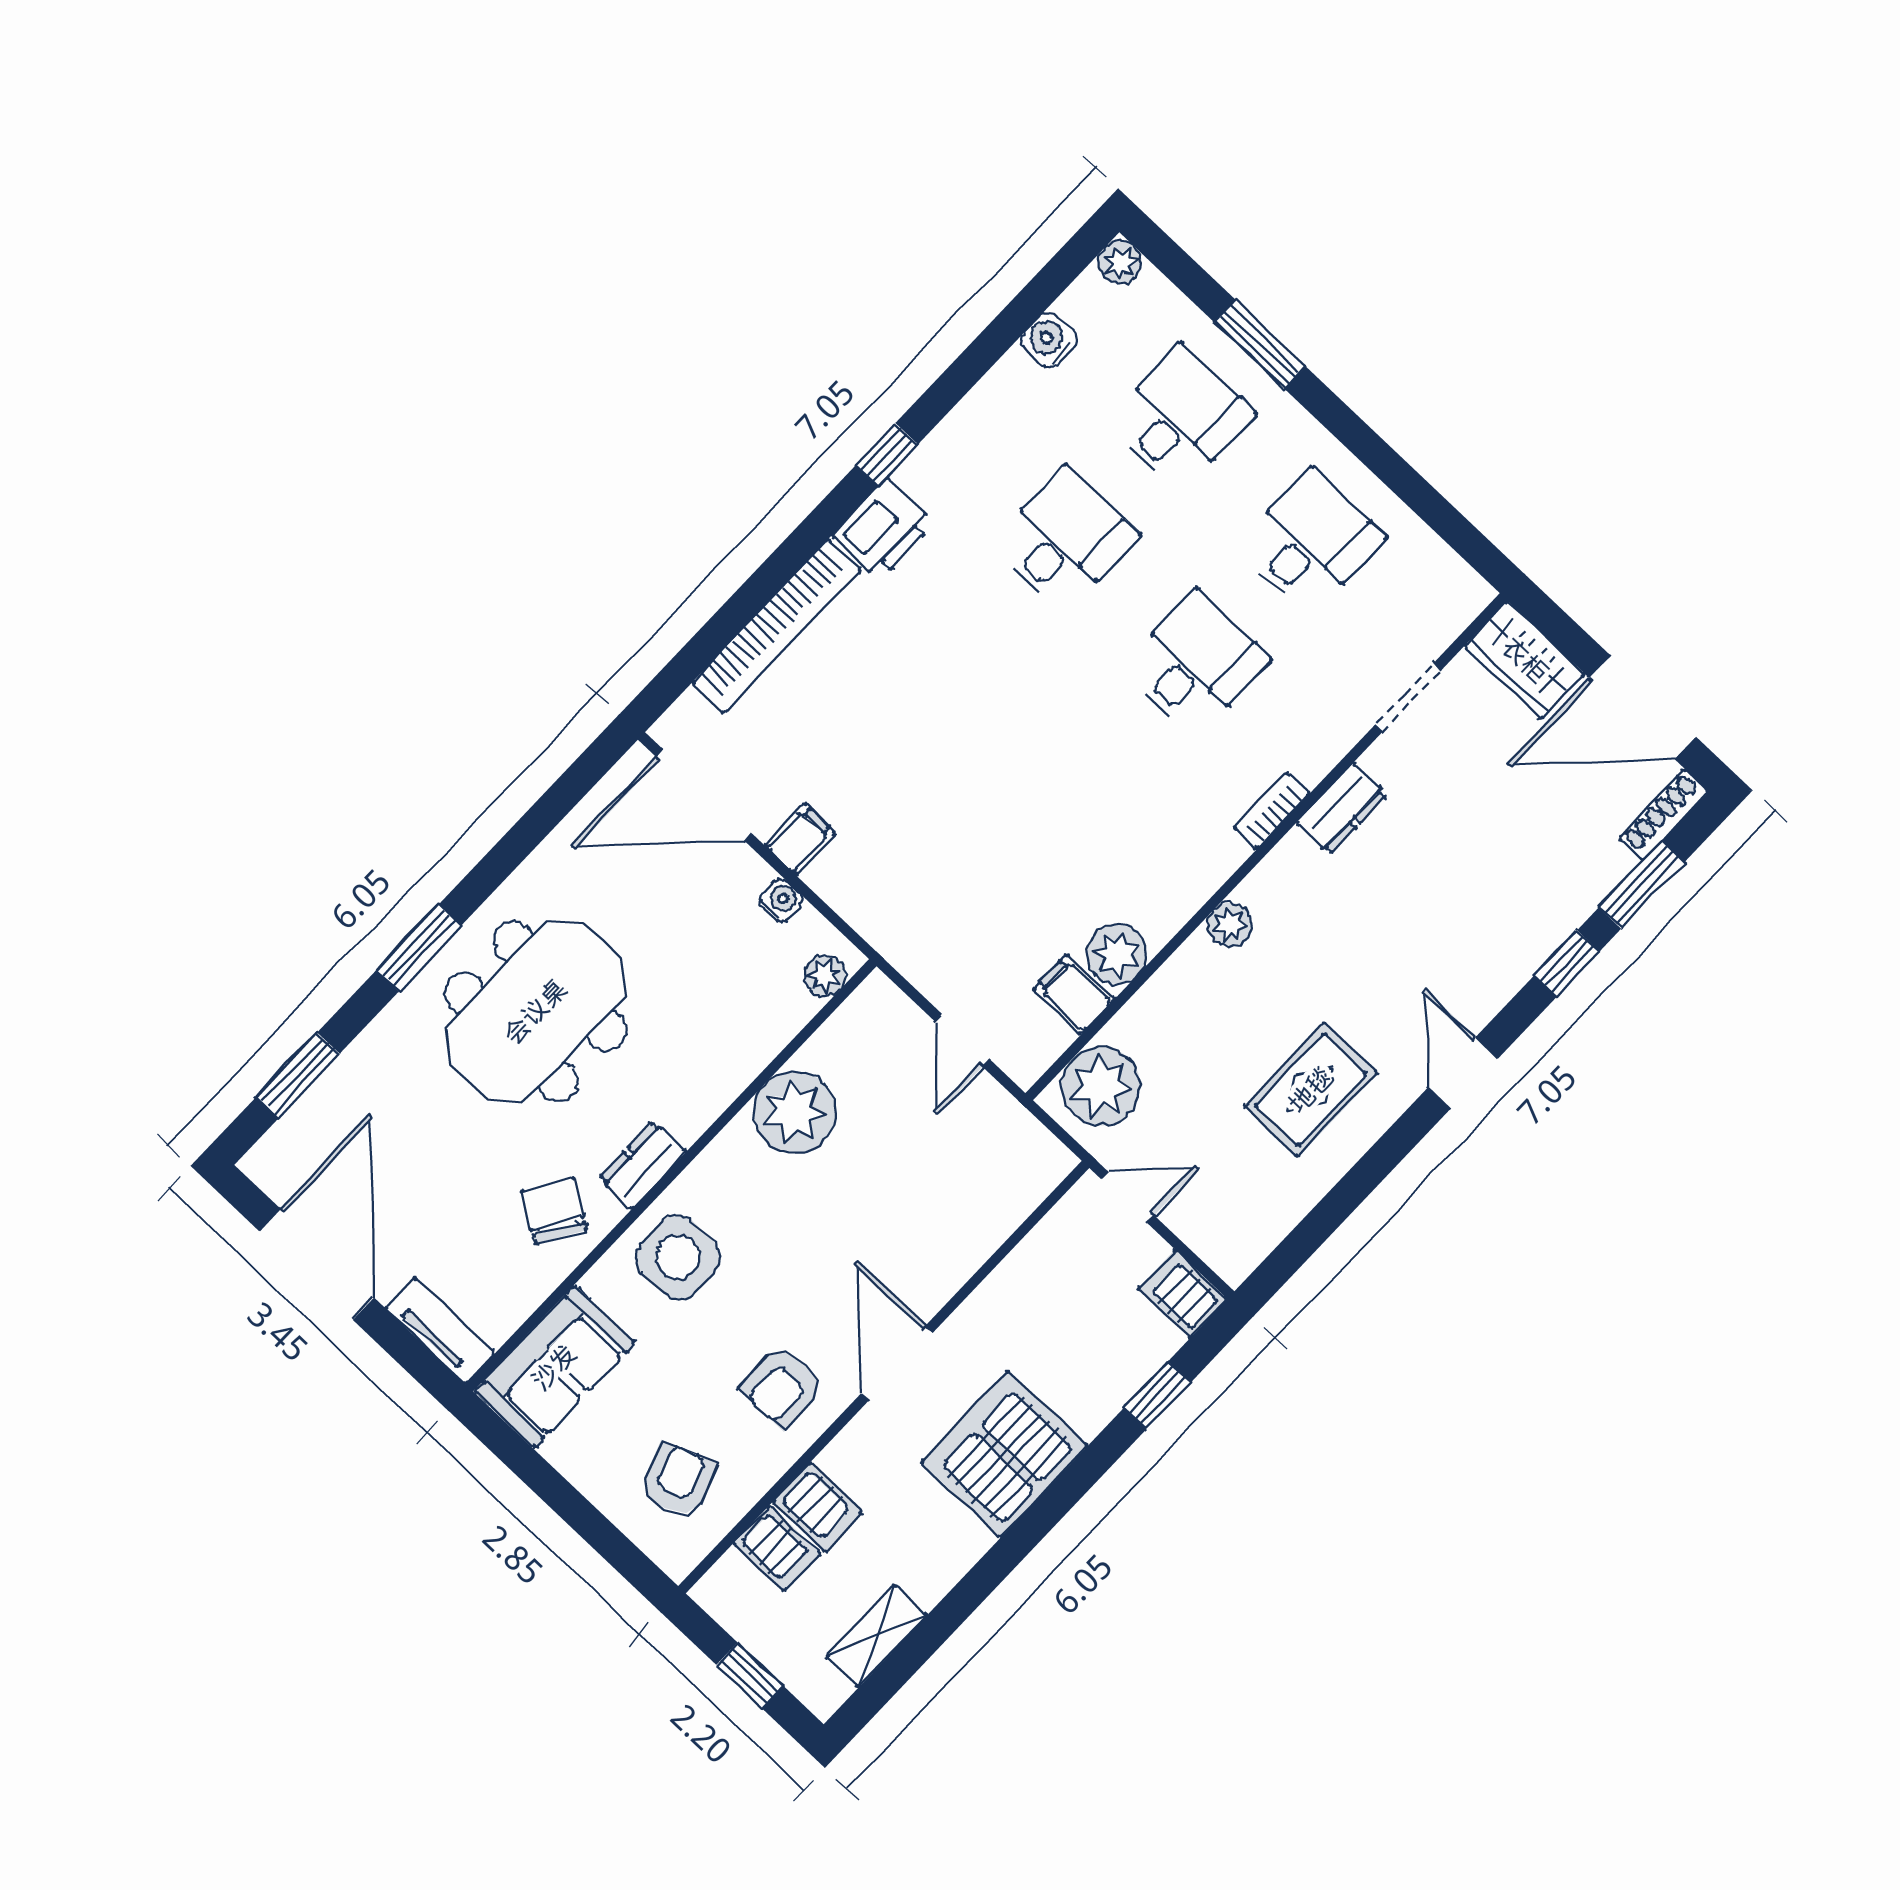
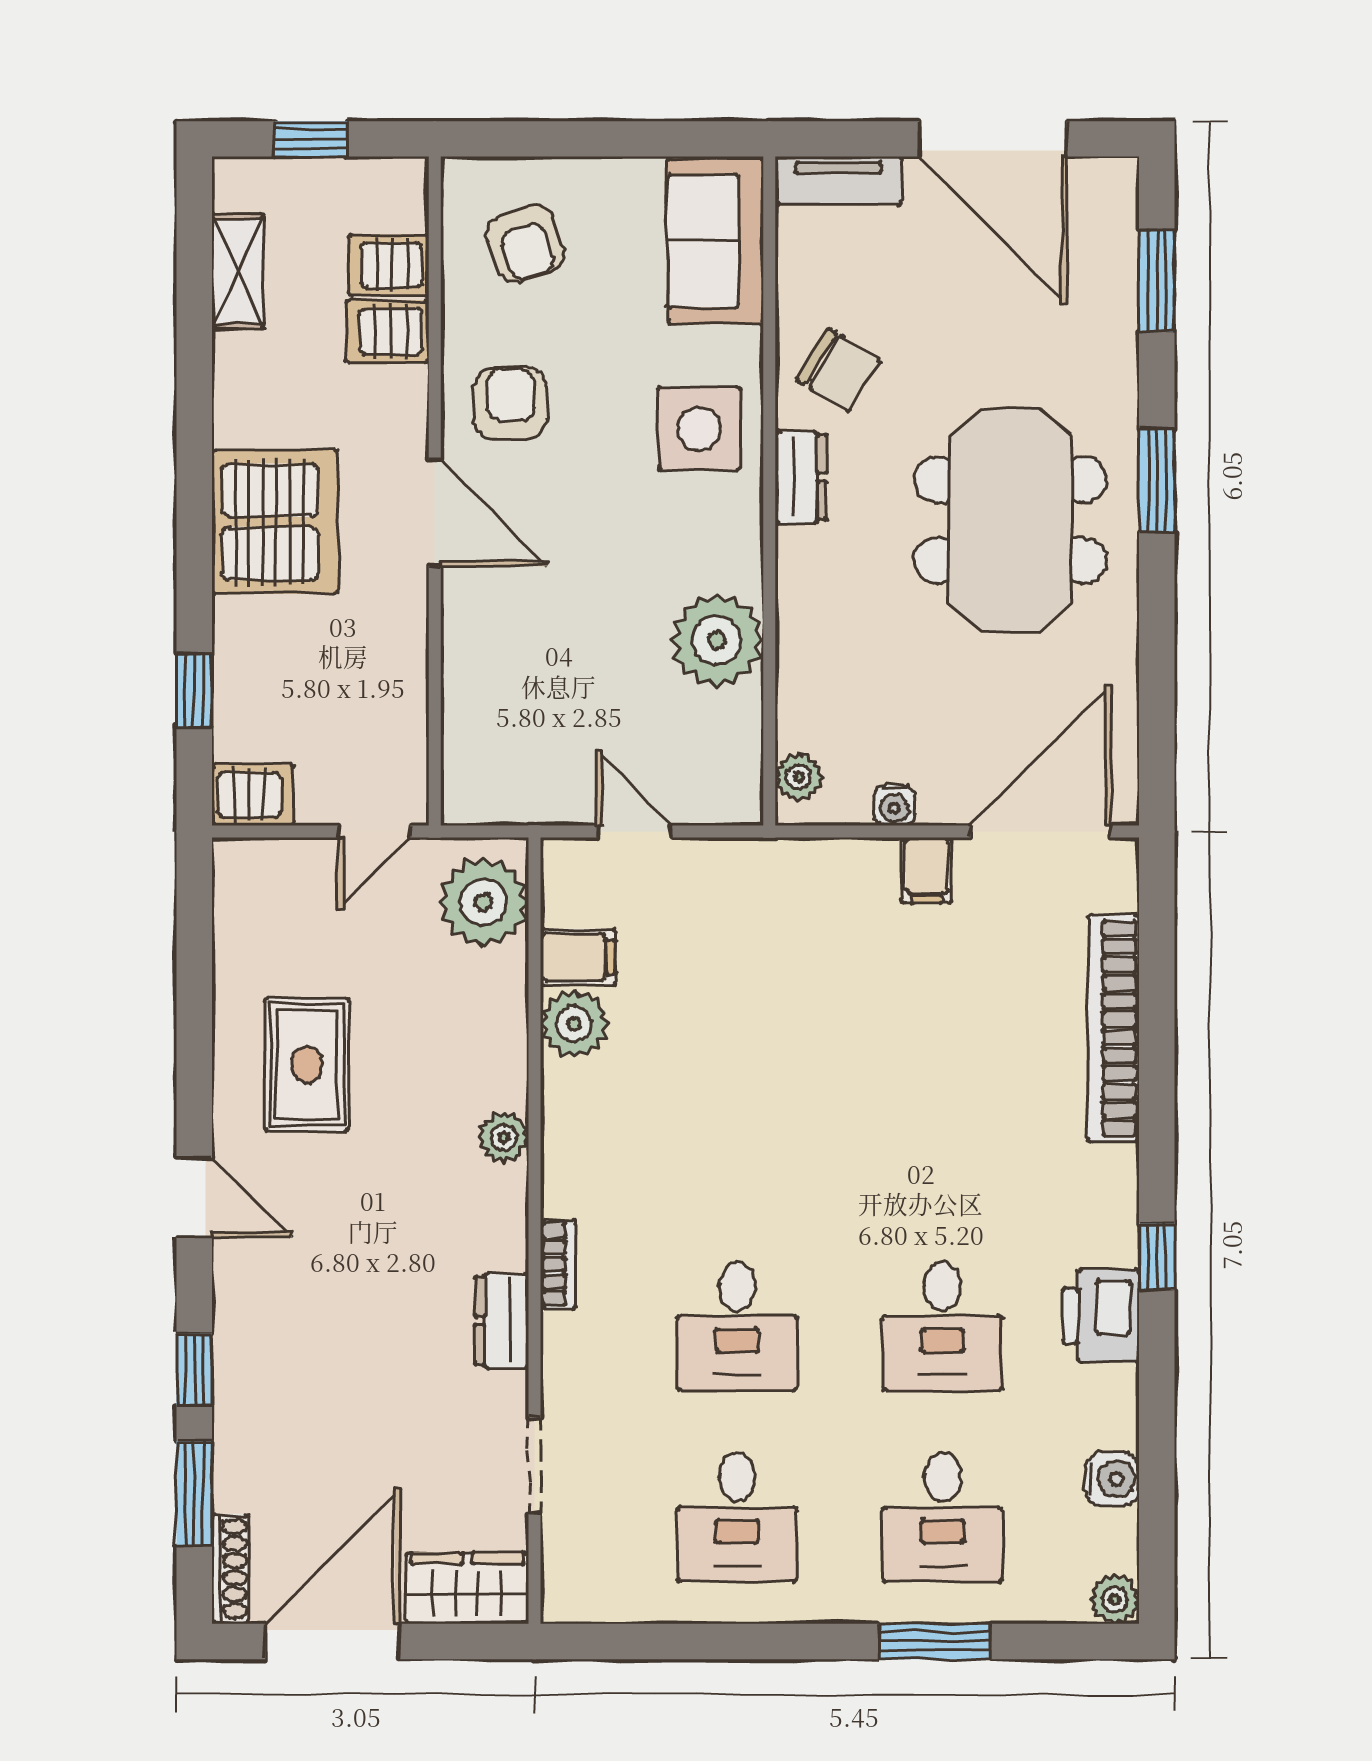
printer: (883, 529) -> (1101, 1316), moved

